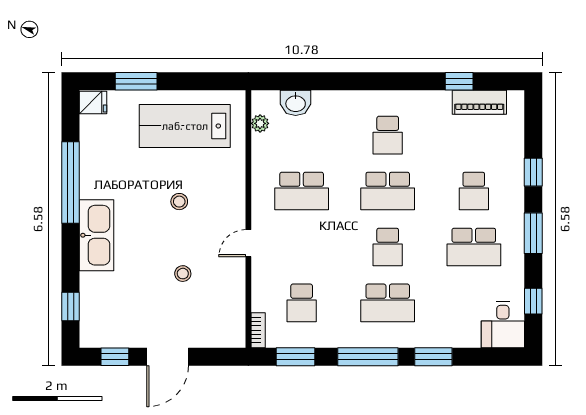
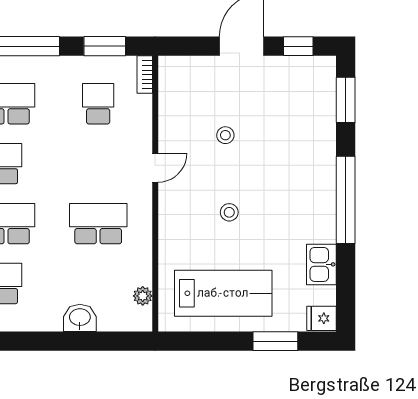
washbasin: (296, 103) -> (80, 318), moved
window: (71, 183) -> (346, 200), moved
kitchen sink: (97, 235) -> (321, 264), moved, width x0.53, depth x0.81
window: (71, 306) -> (346, 100), width x1.50

